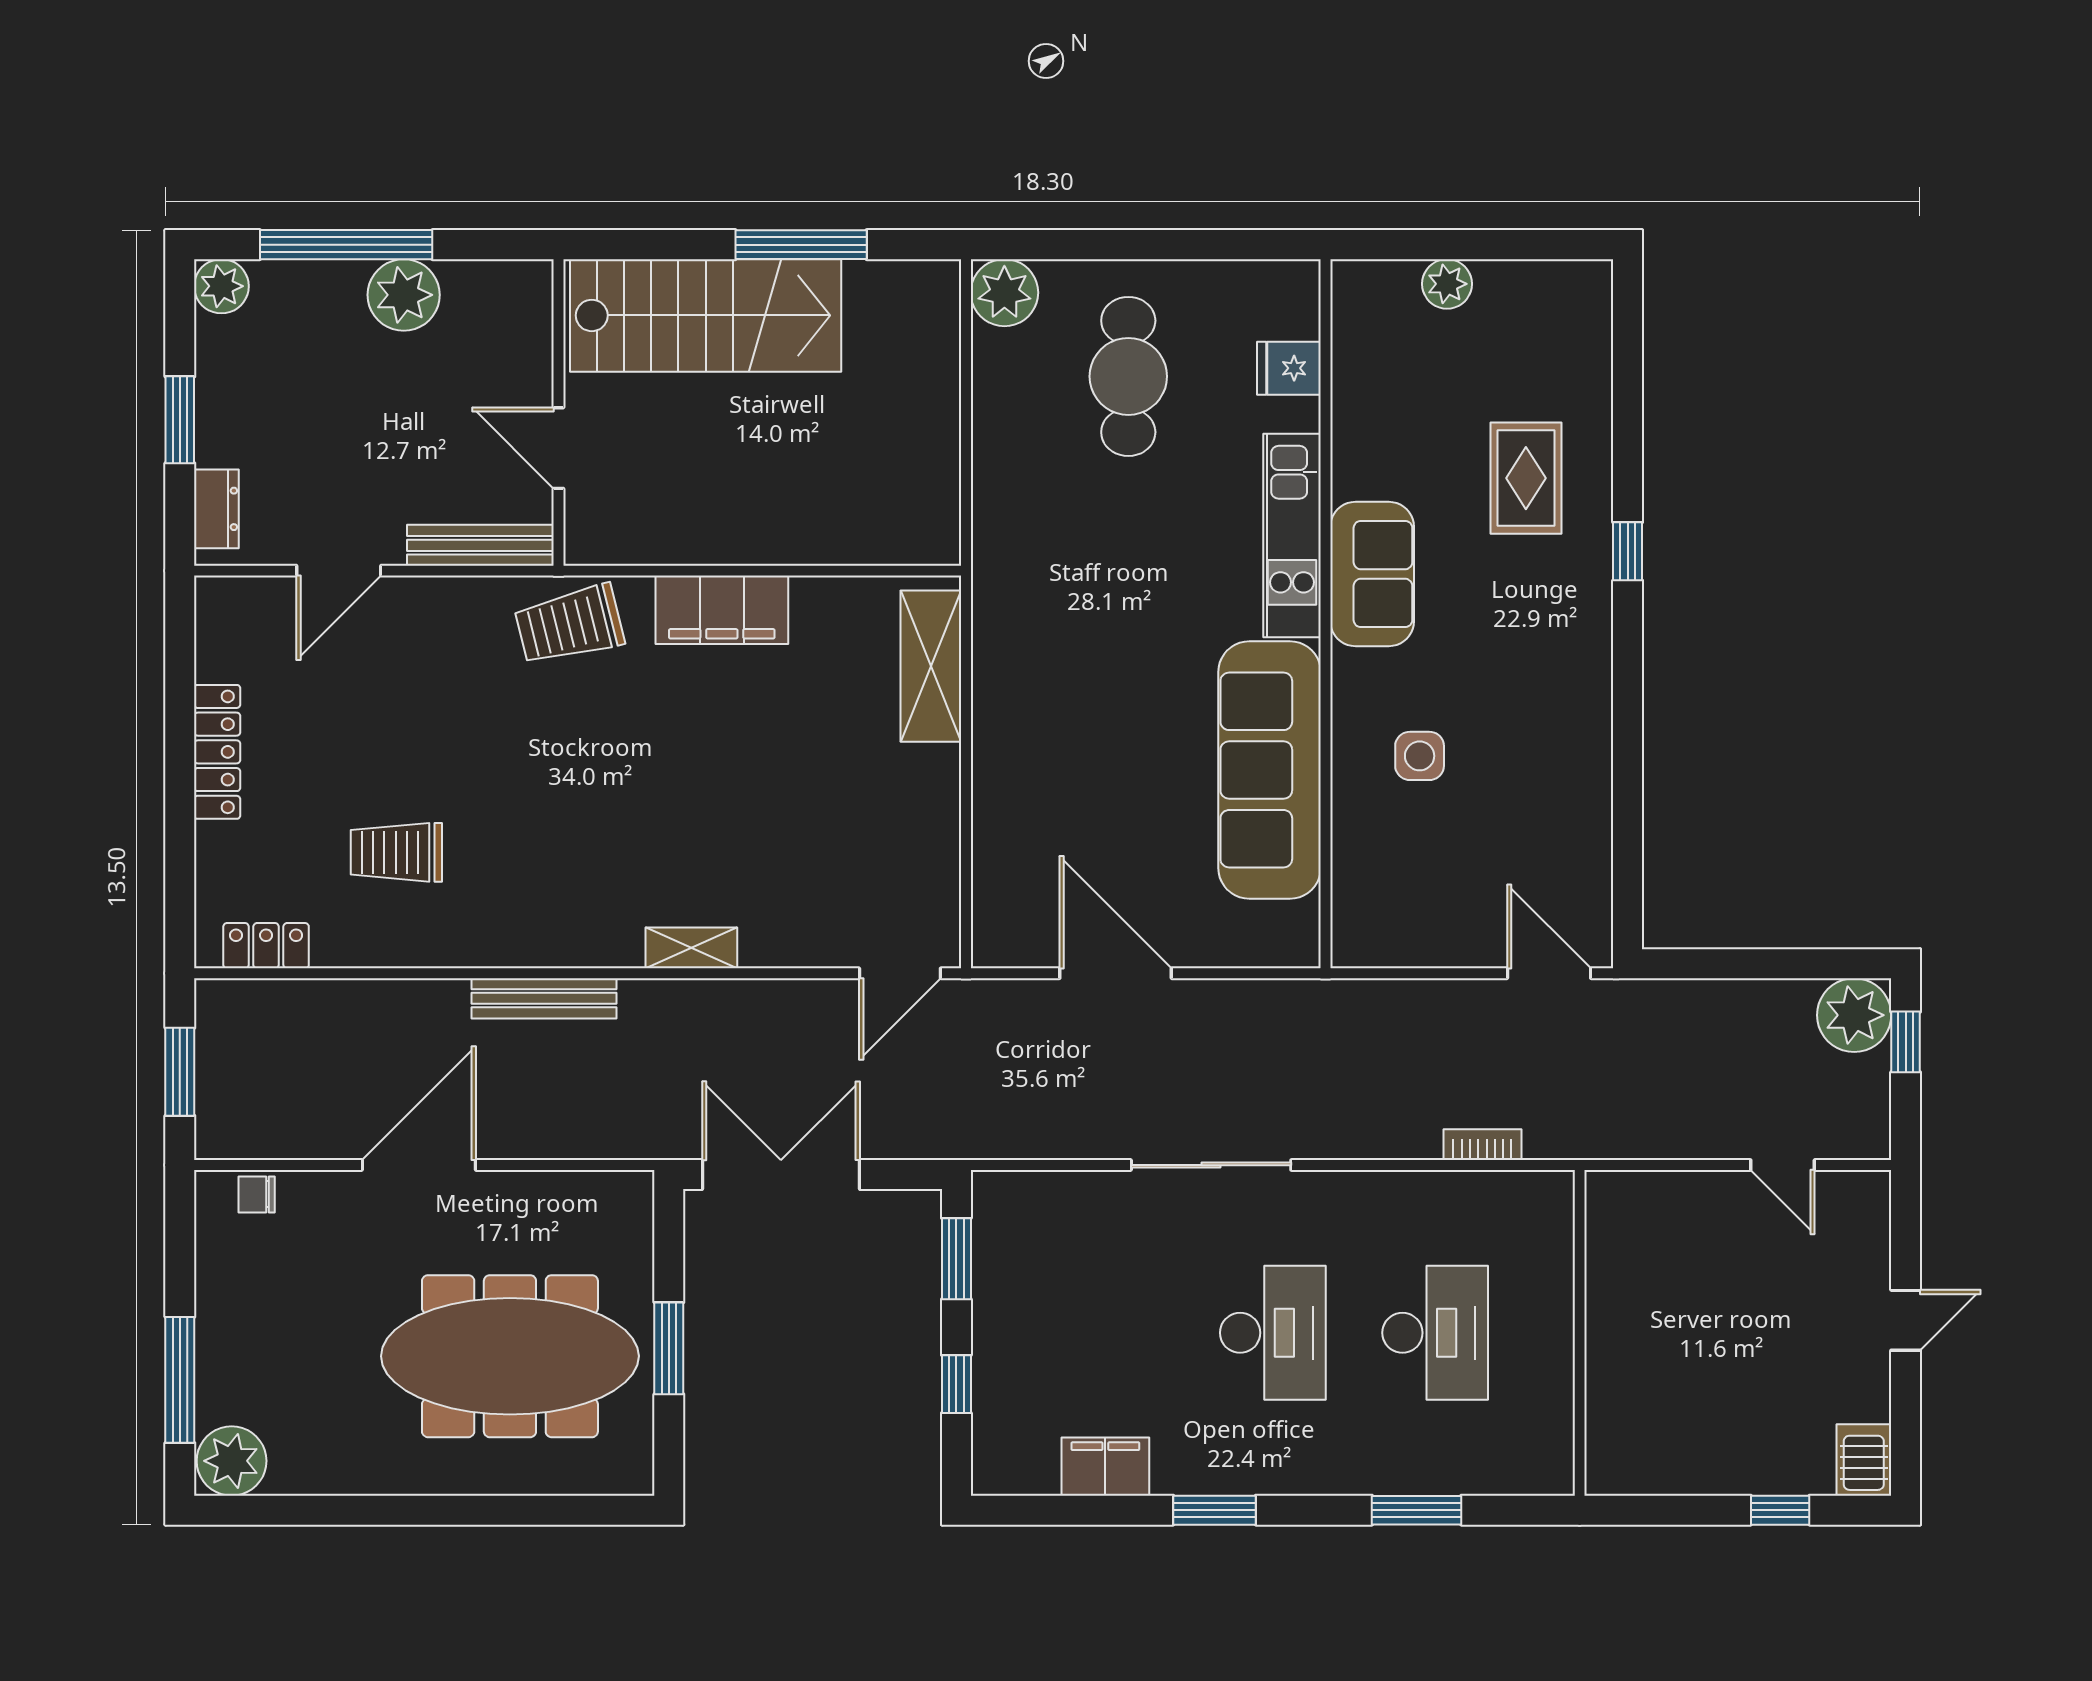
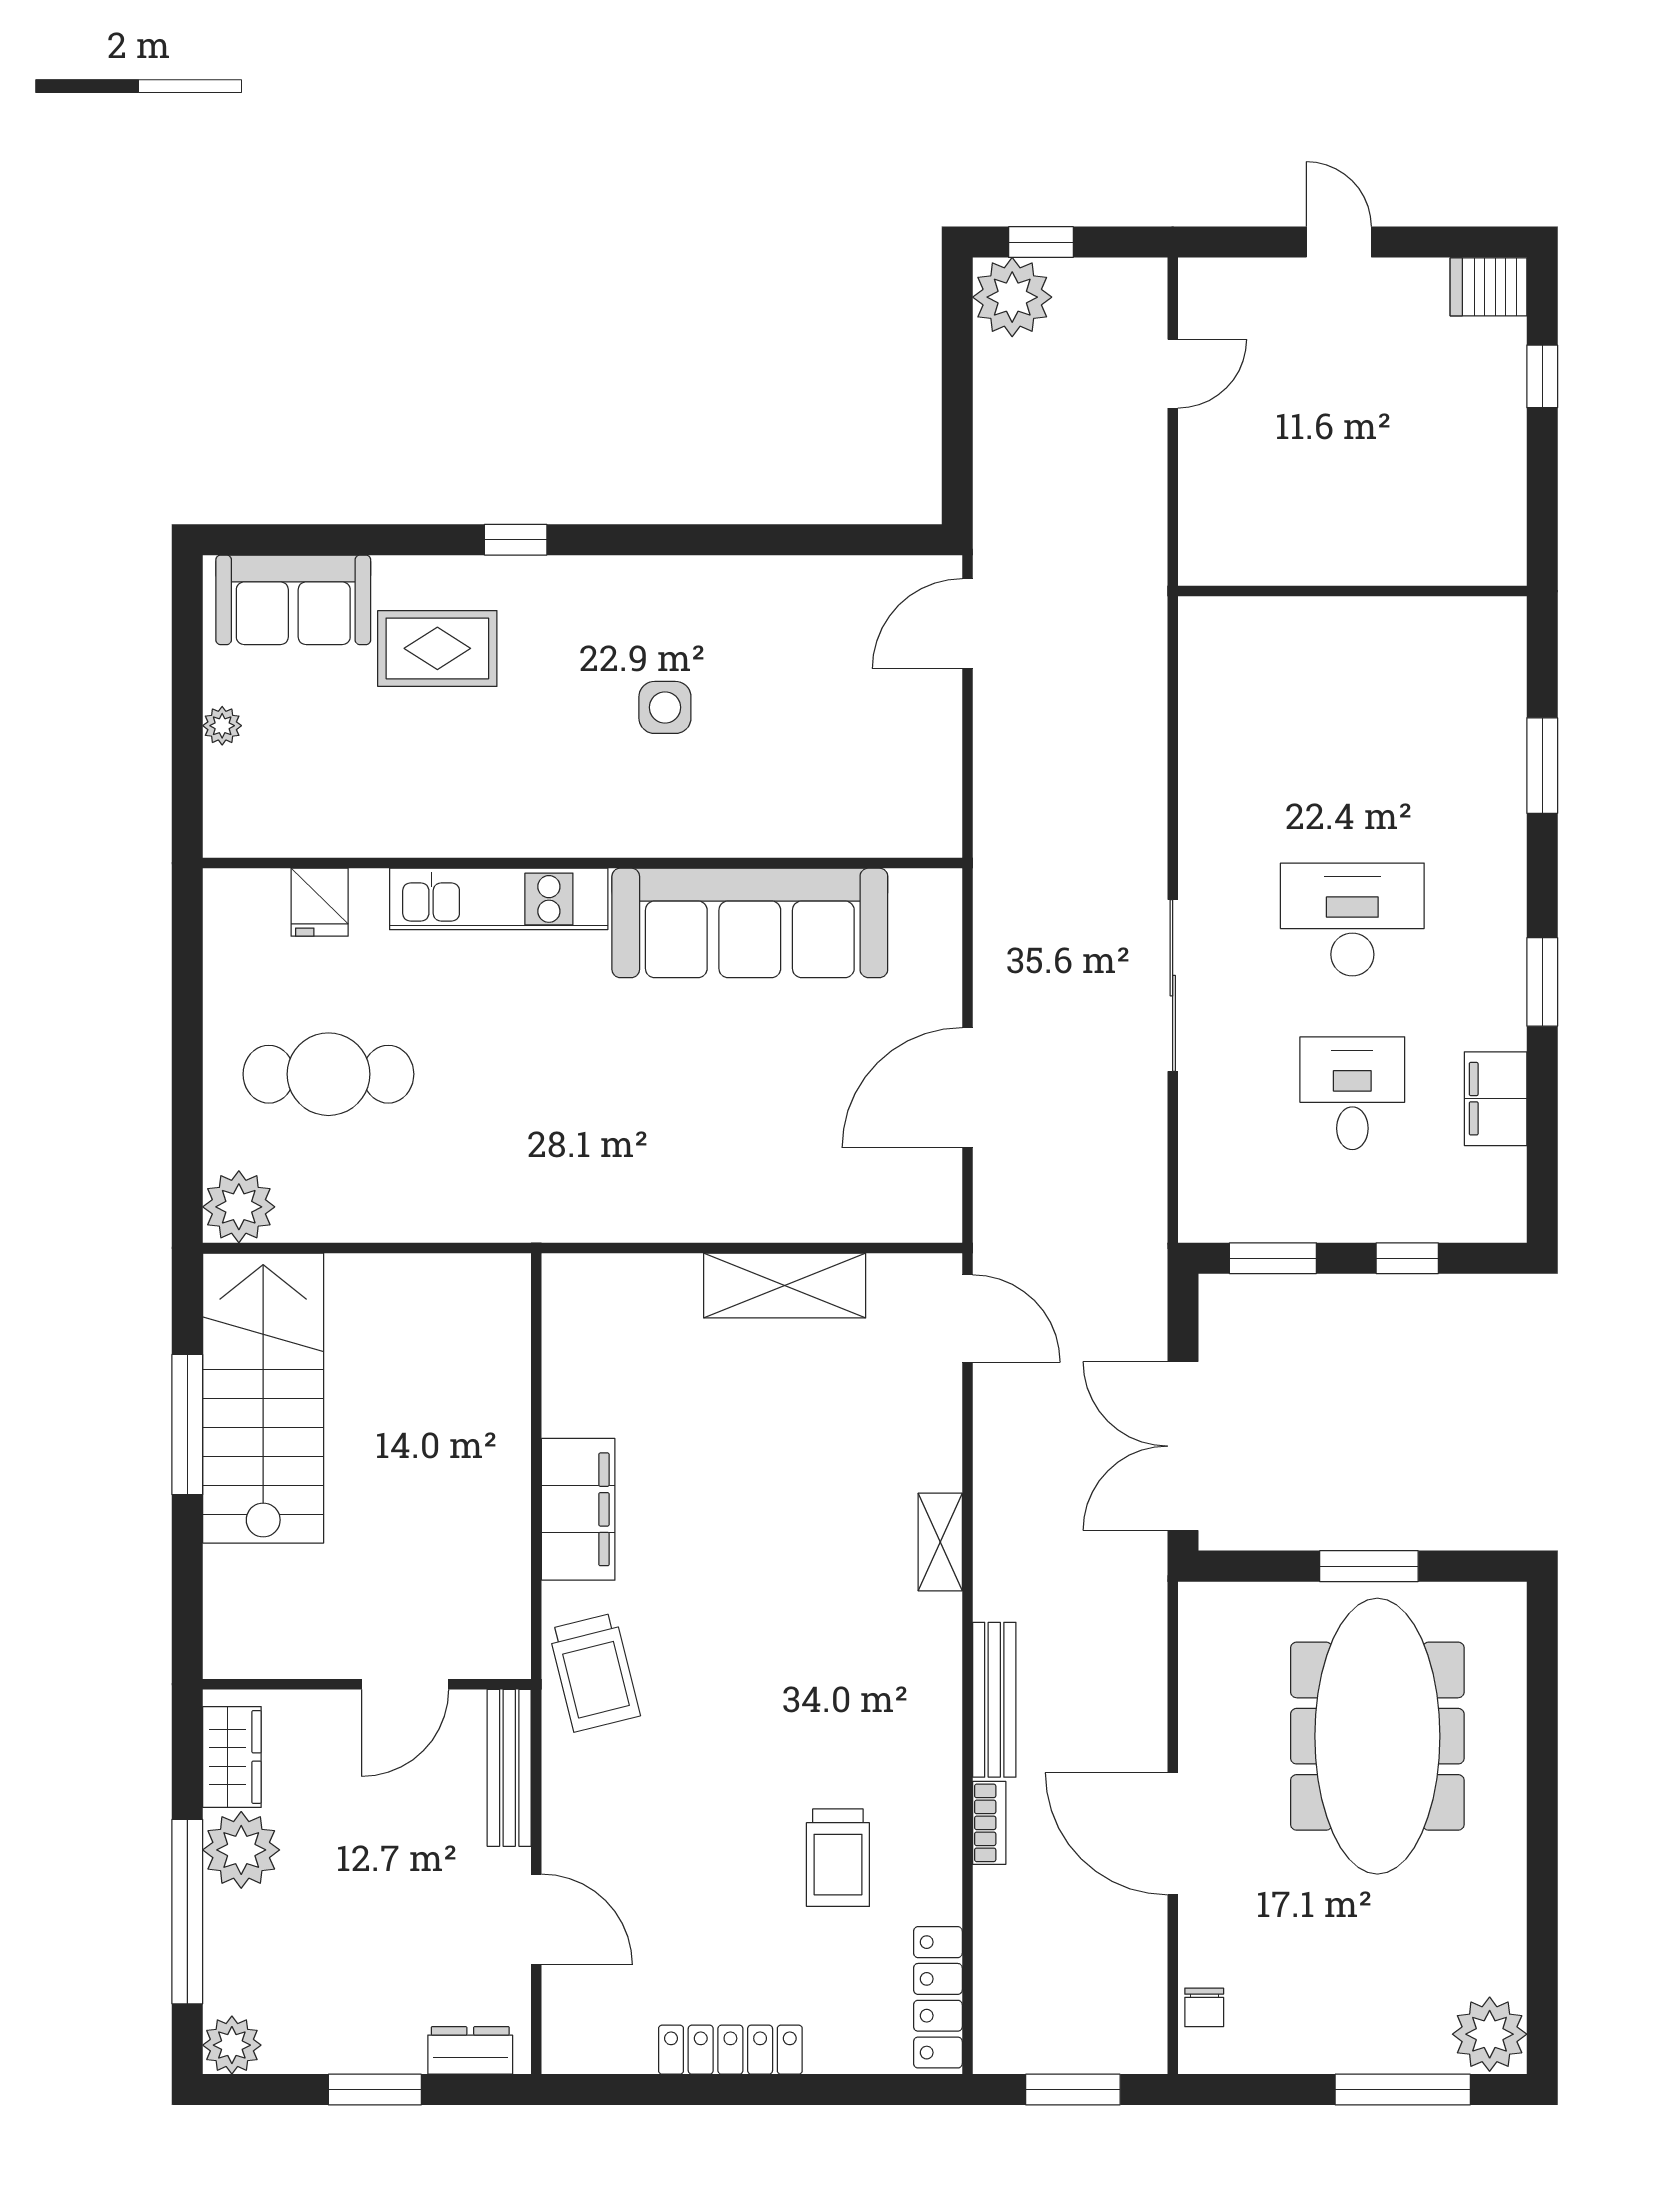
plant: (1447, 284) -> (222, 726), width x0.73, depth x0.73
wardrobe: (491, 286) -> (232, 1757), added
stairs: (706, 315) -> (263, 1398), moved
sofa: (1372, 574) -> (293, 600), moved, turned 180
shelving: (931, 666) -> (785, 1286), moved
side table: (1420, 756) -> (665, 707), moved
locker: (266, 946) -> (938, 1997), width x1.53
bookcase: (1482, 1145) -> (989, 1823), moved, turned 180
desk: (1435, 1333) -> (1352, 1093), moved, width x0.73

